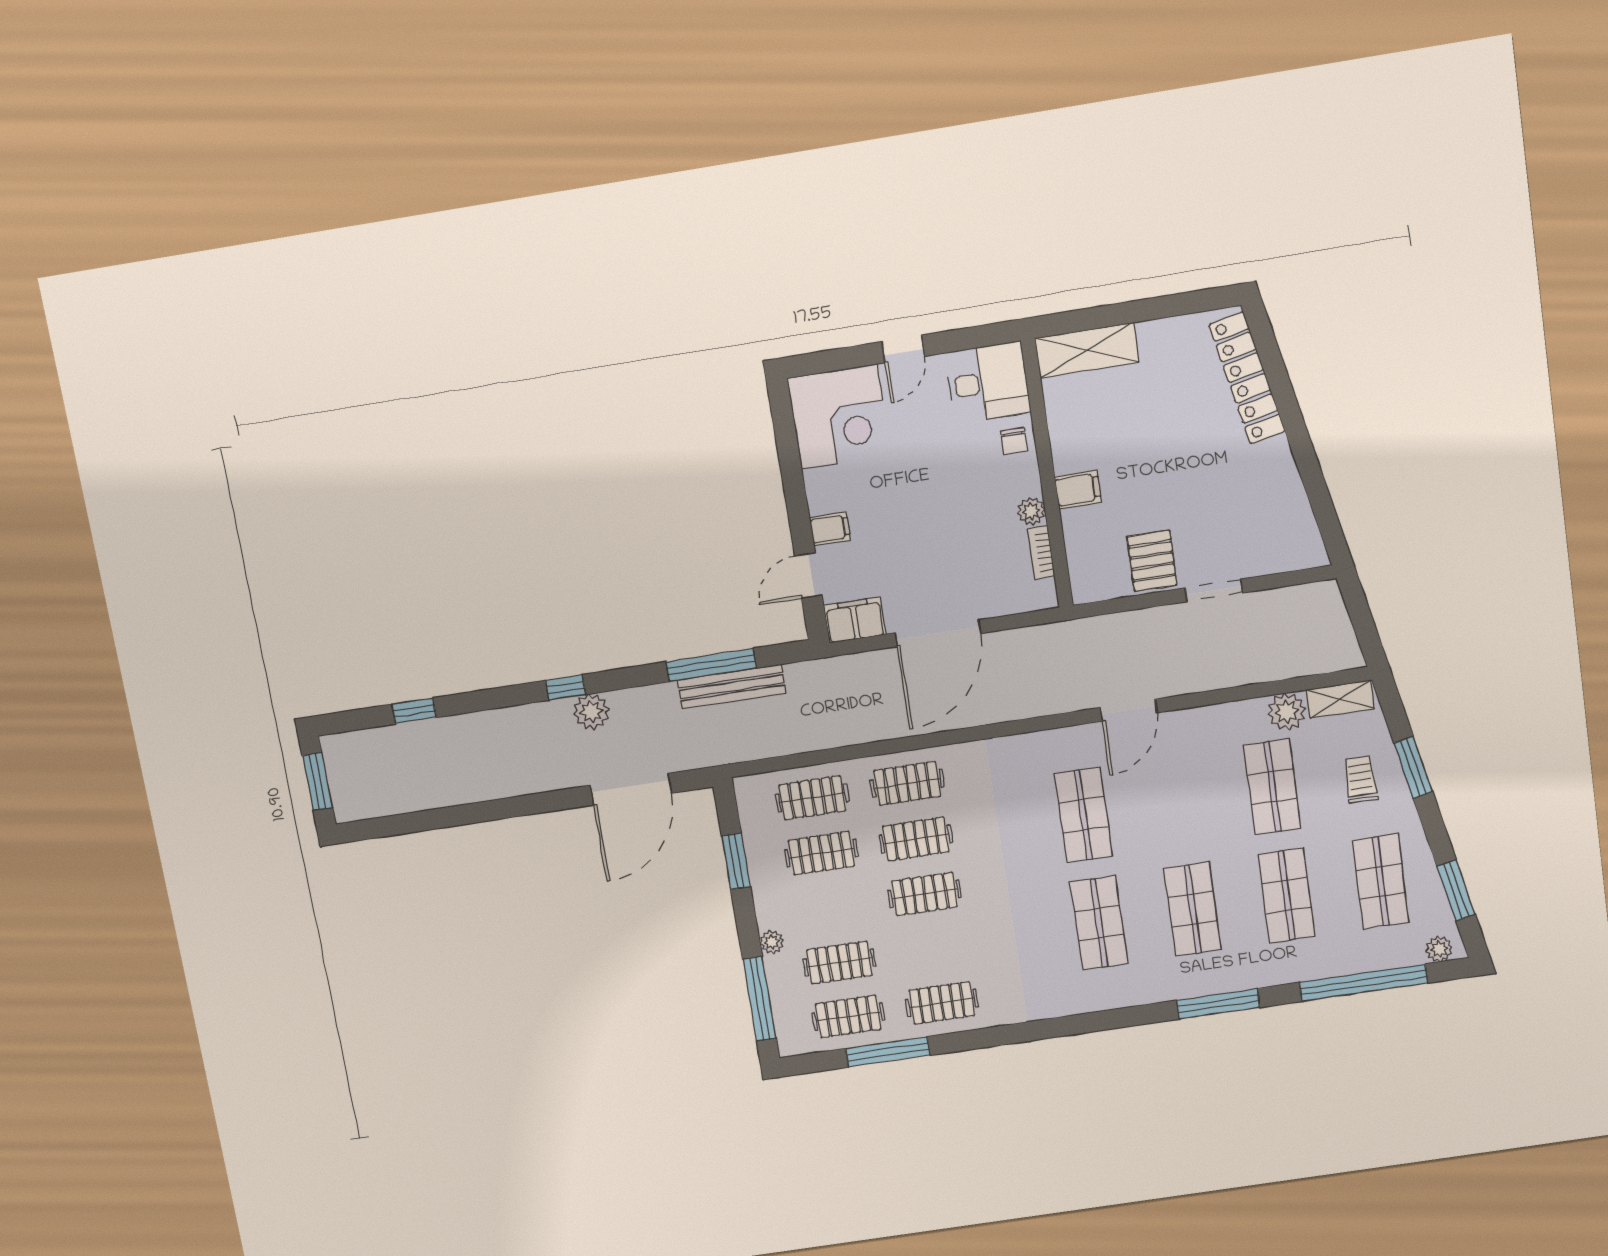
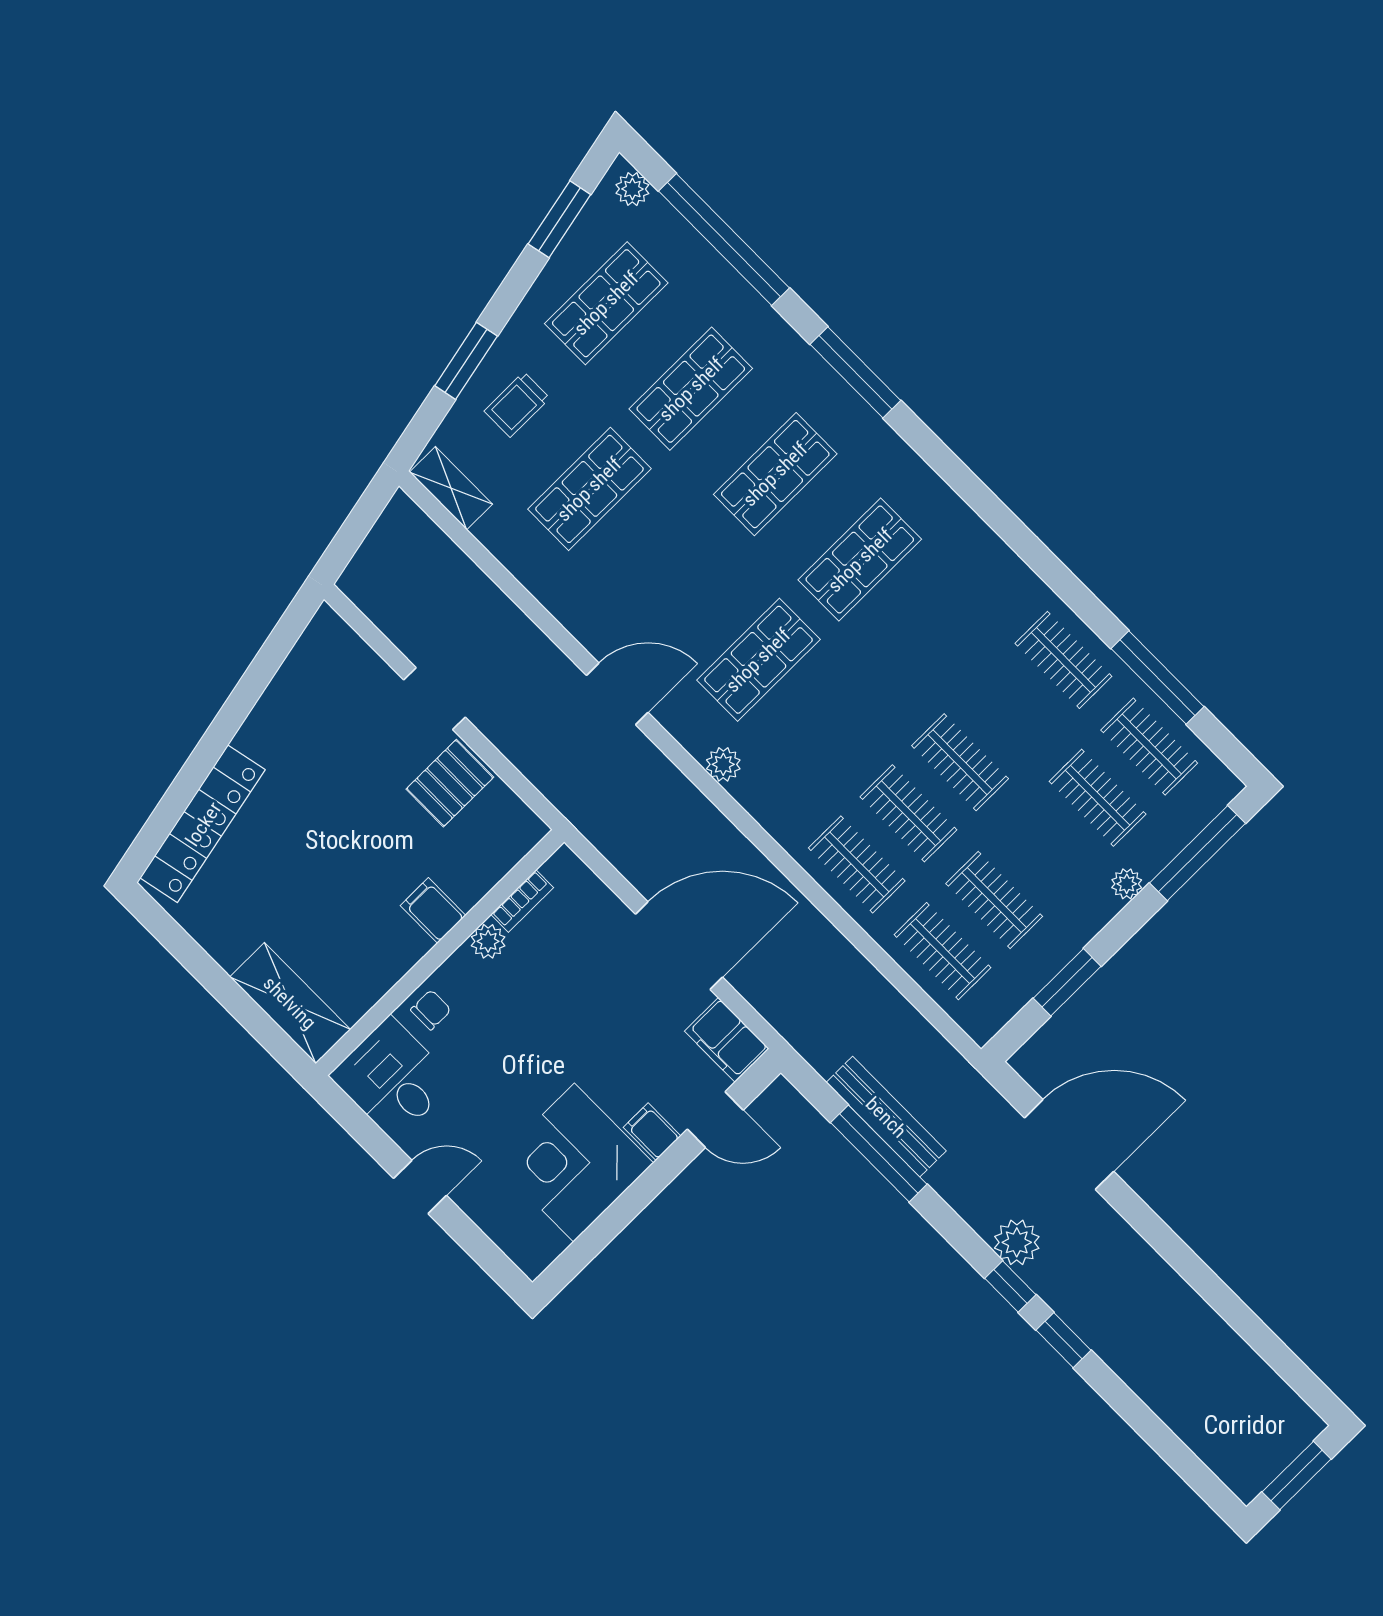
corner desk: (839, 416) -> (574, 1162), moved, turned -90
window: (414, 711) -> (1064, 1340), moved
plant: (1287, 712) -> (723, 764), moved, width x0.73, depth x0.73

